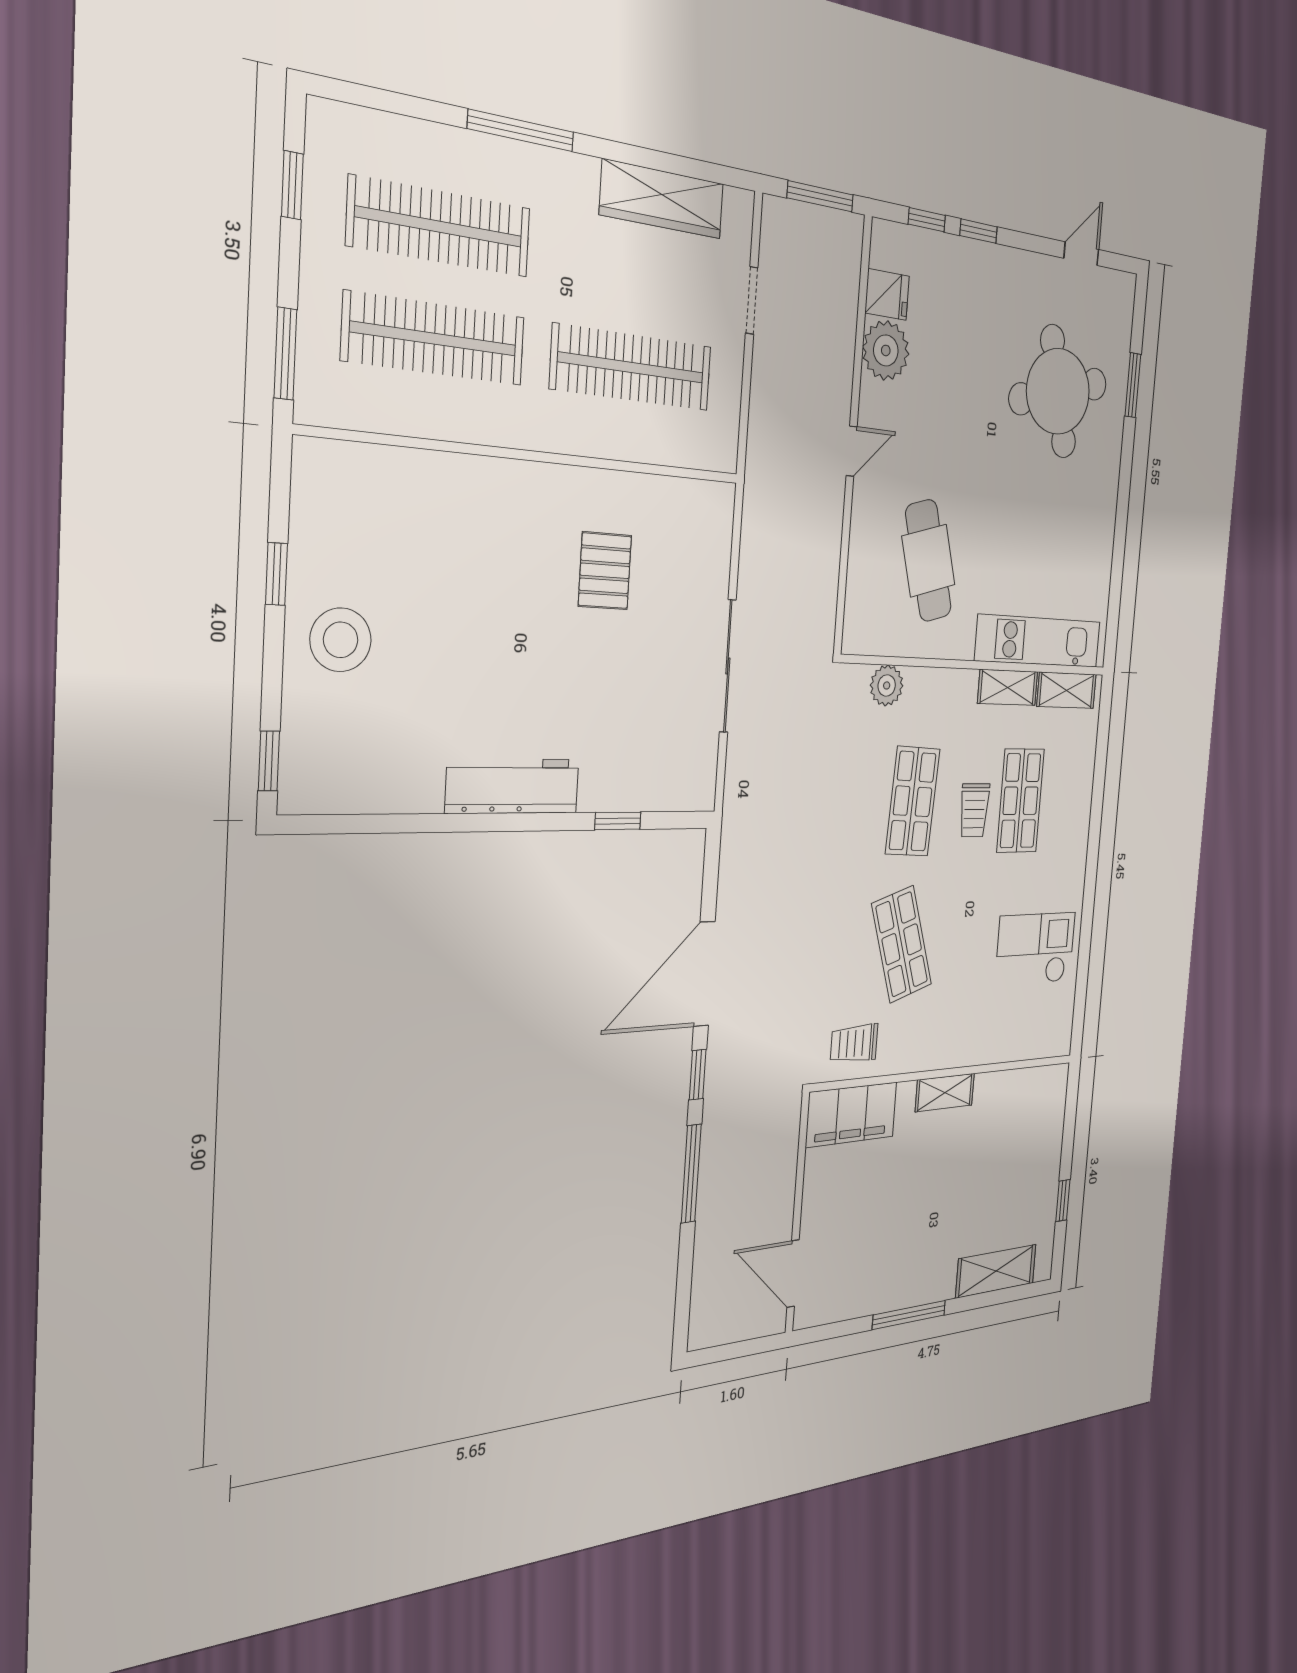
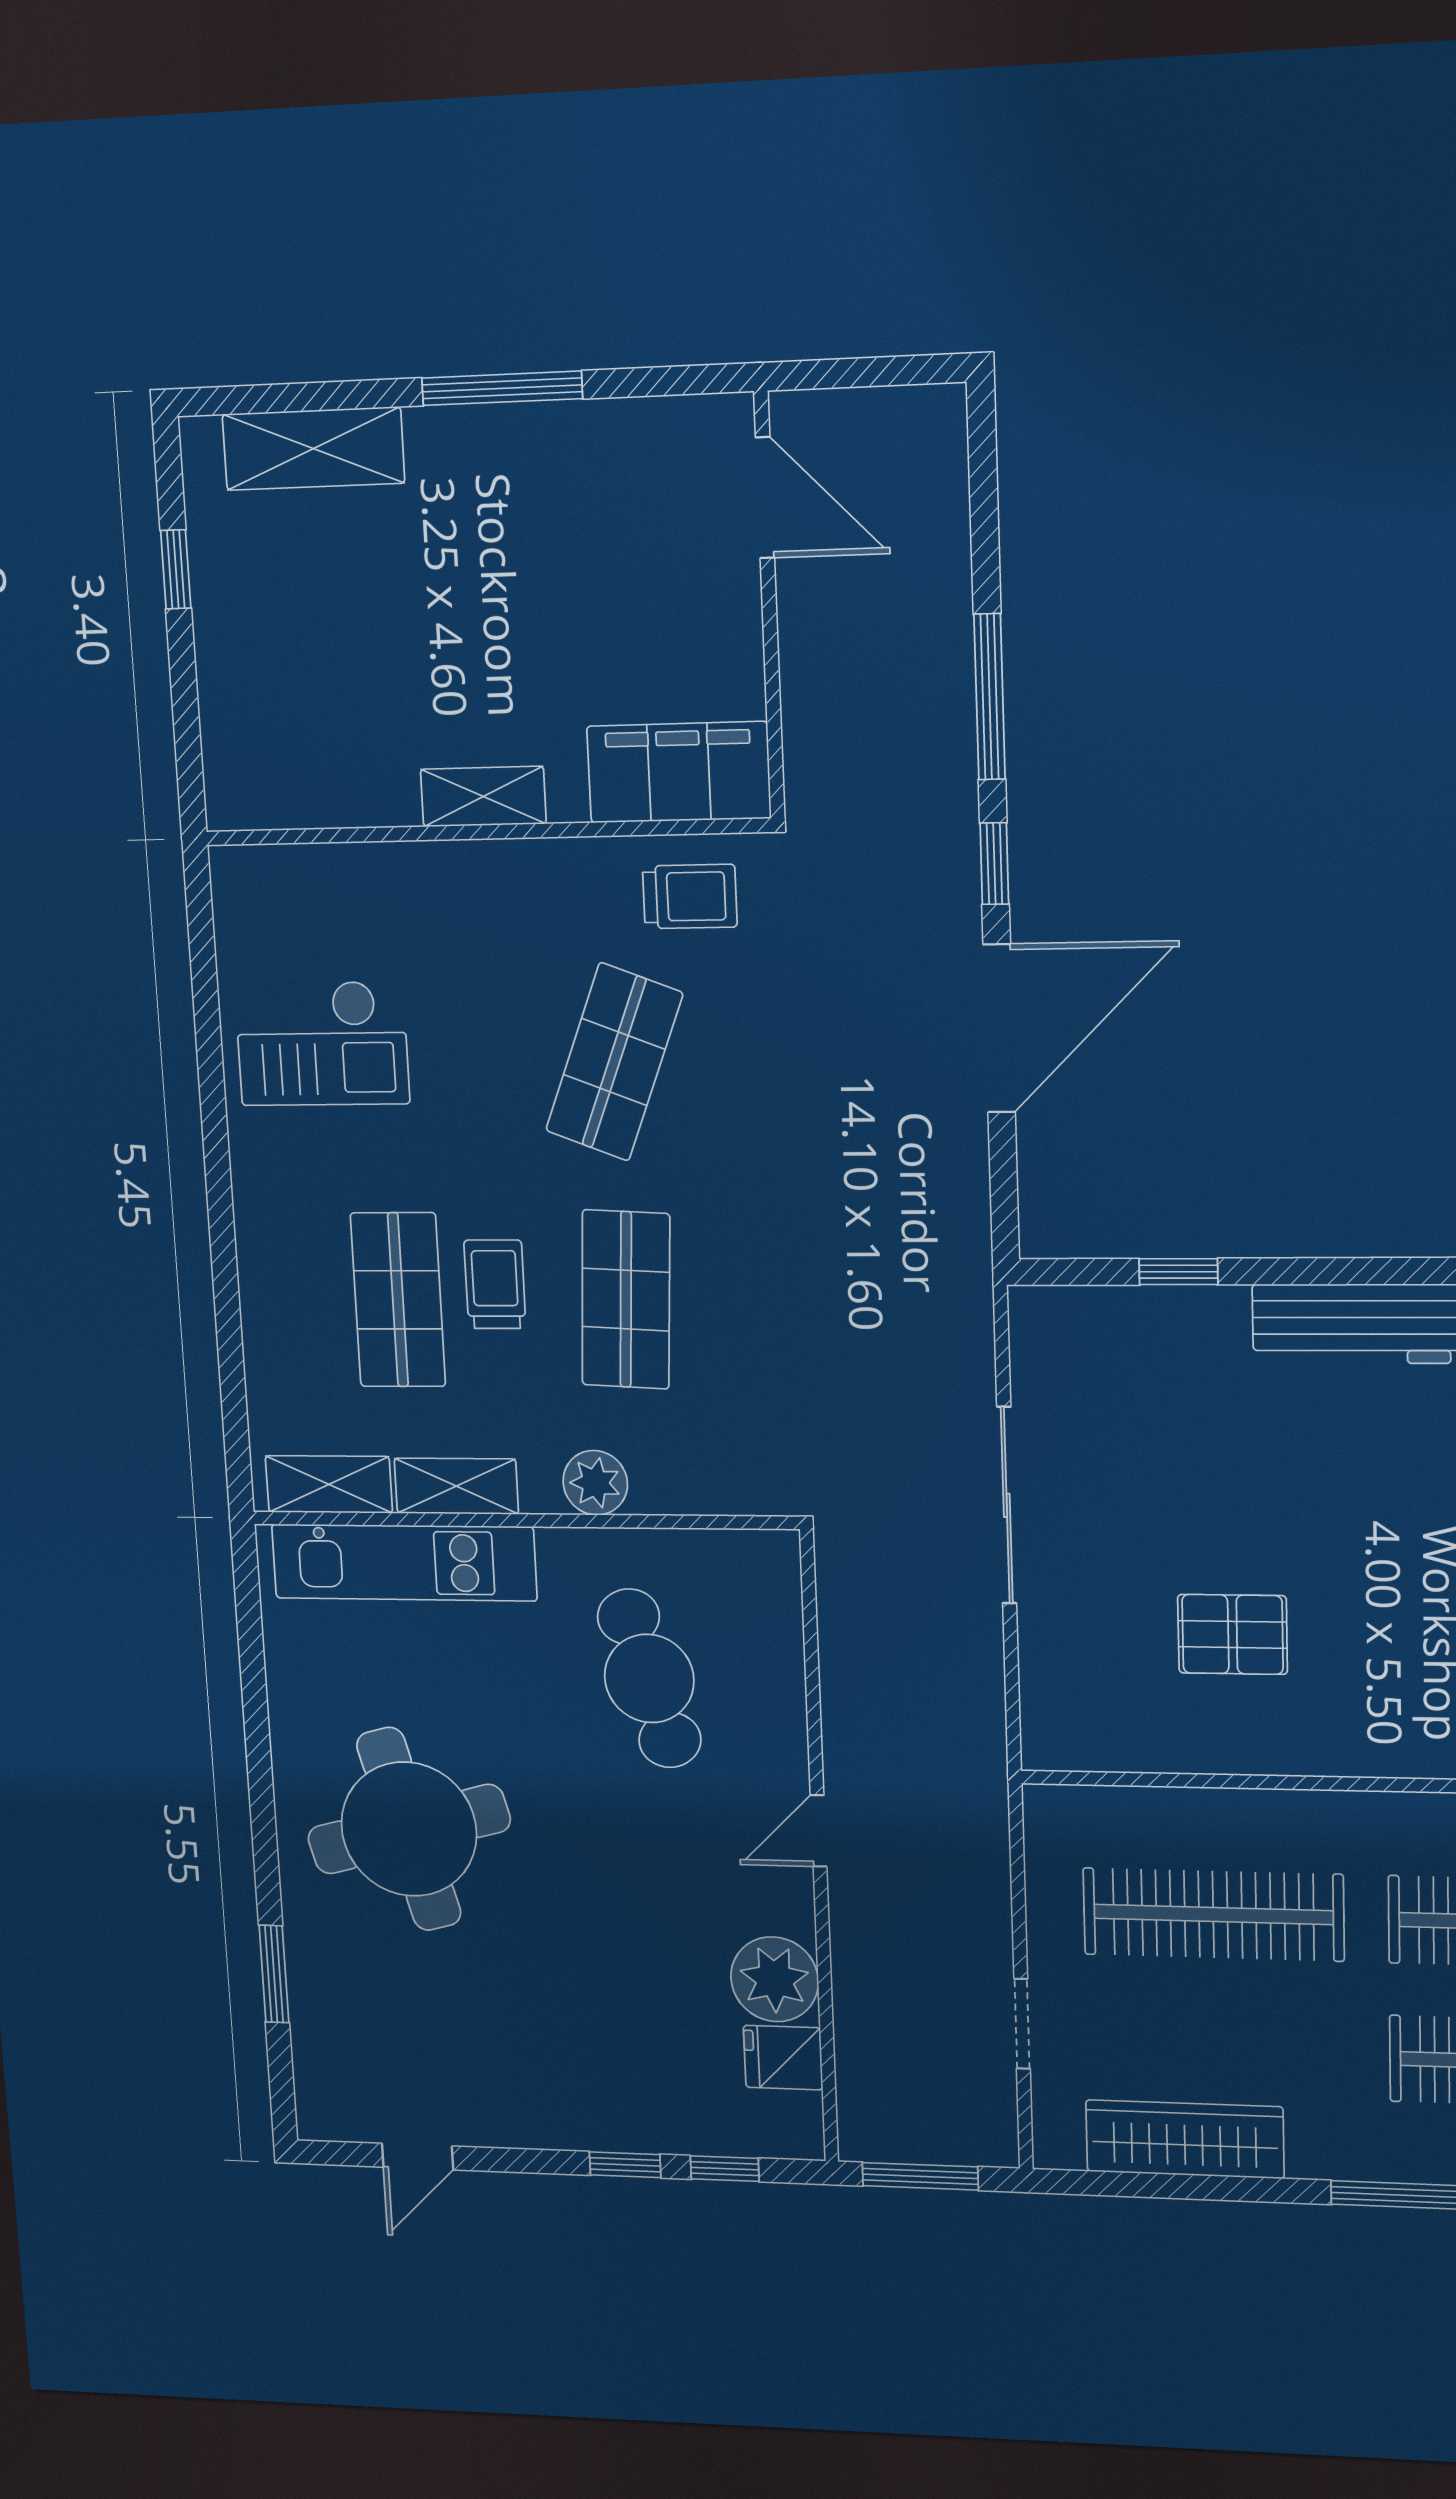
round table: (1058, 391) -> (409, 1829), moved
pallet: (605, 571) -> (1233, 1634), turned 90
plant: (887, 685) -> (595, 1483), moved
shop shelf: (902, 944) -> (614, 1062), turned 39

